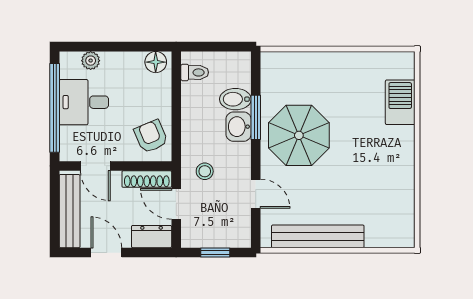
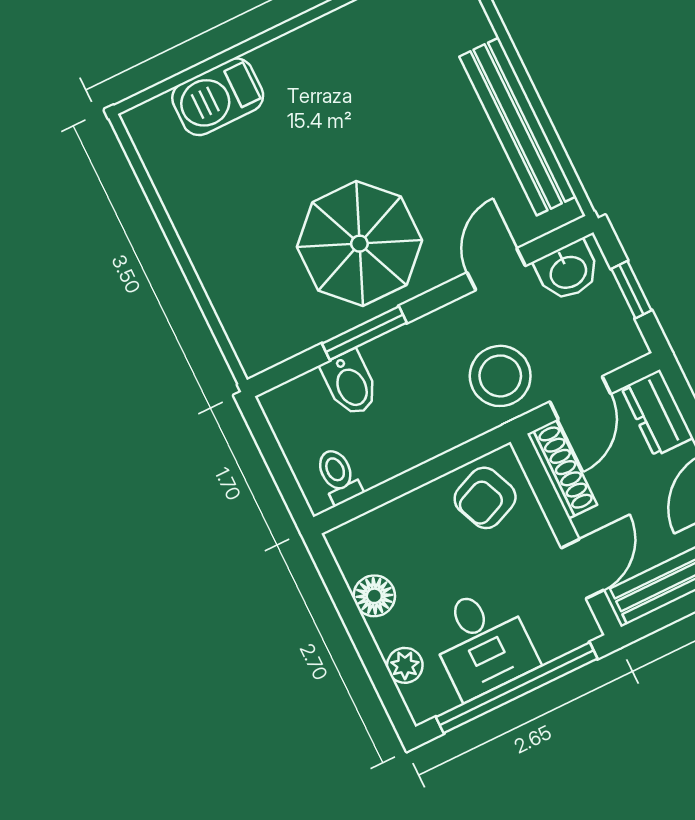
floor lamp: (156, 62) -> (374, 596), moved
washbasin: (239, 127) -> (568, 271), moved
stool: (205, 171) -> (500, 376), width x1.89, depth x1.89

